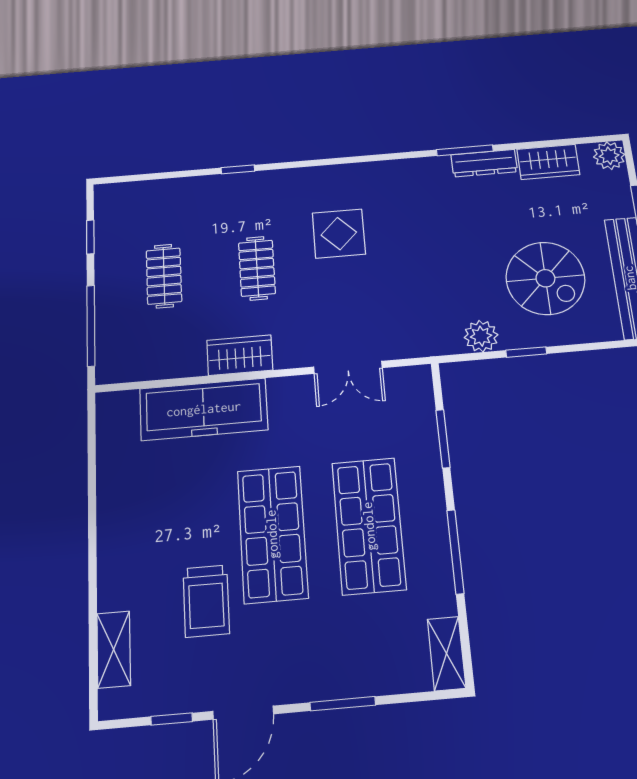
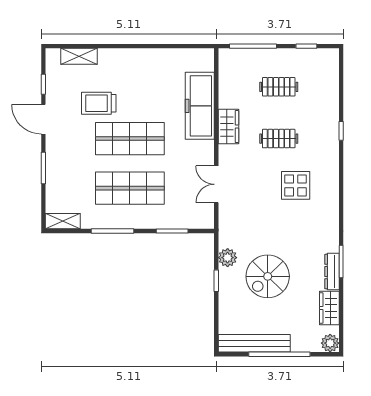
spiral stairs: (545, 278) -> (268, 276), moved

